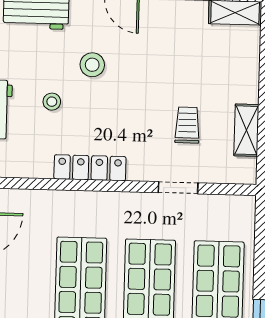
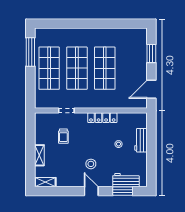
stool: (92, 65) -> (91, 164), moved
shelving: (246, 130) -> (39, 155), moved

